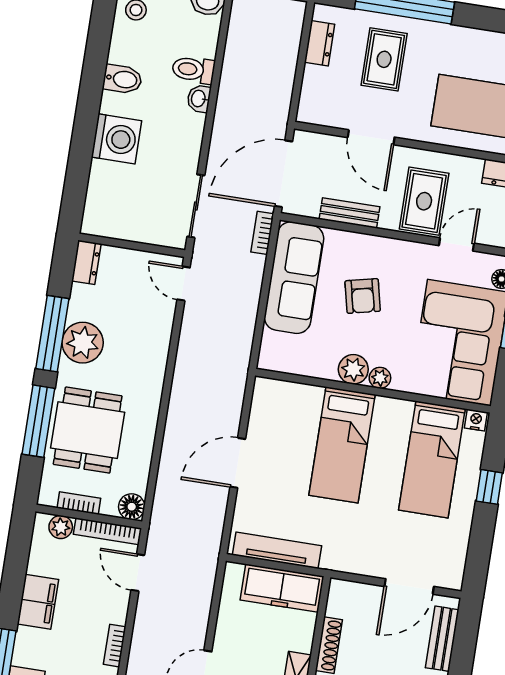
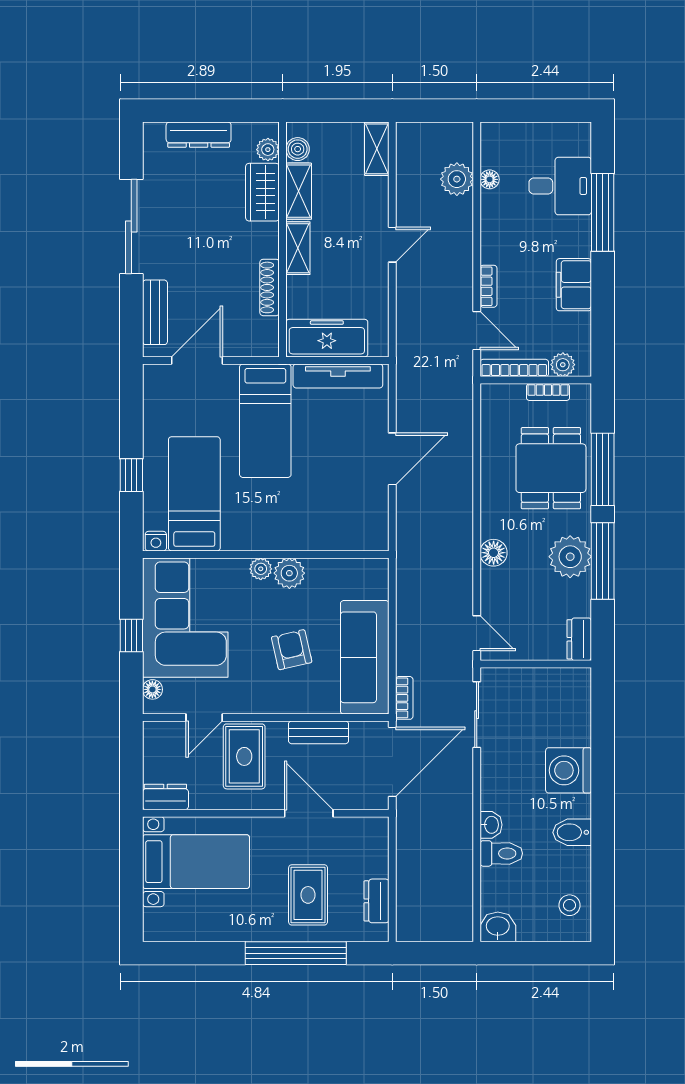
bed: (342, 445) -> (265, 421), moved, turned 180
floor lamp: (132, 507) -> (494, 553), moved
bookcase: (115, 646) -> (488, 286), moved

